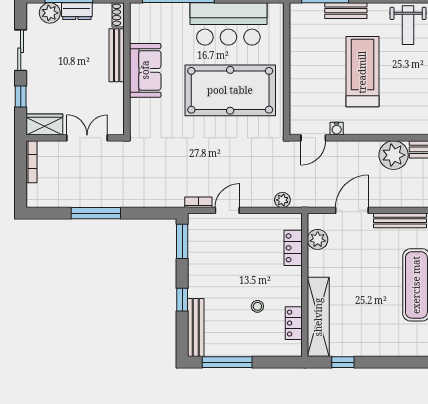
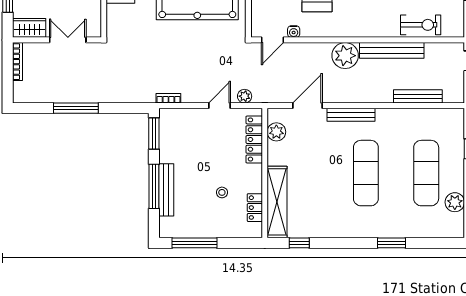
door: (227, 210) -> (220, 106), moved
locker: (293, 248) -> (254, 139), width x1.53
window: (182, 300) -> (154, 186), width x2.17
bench: (196, 328) -> (166, 190), moved

